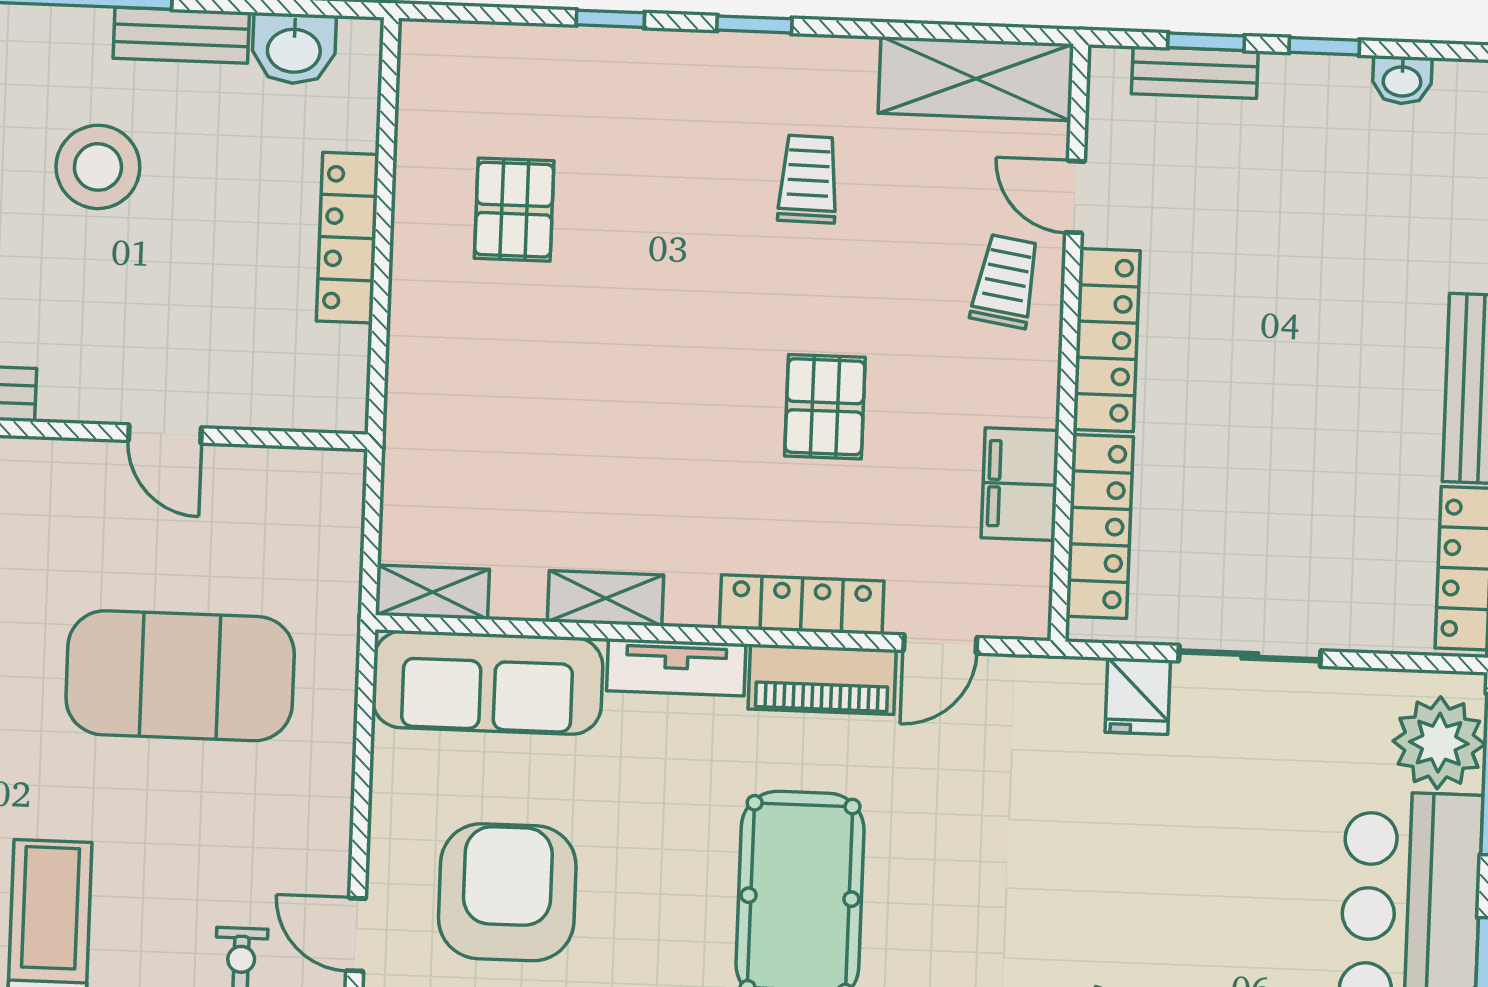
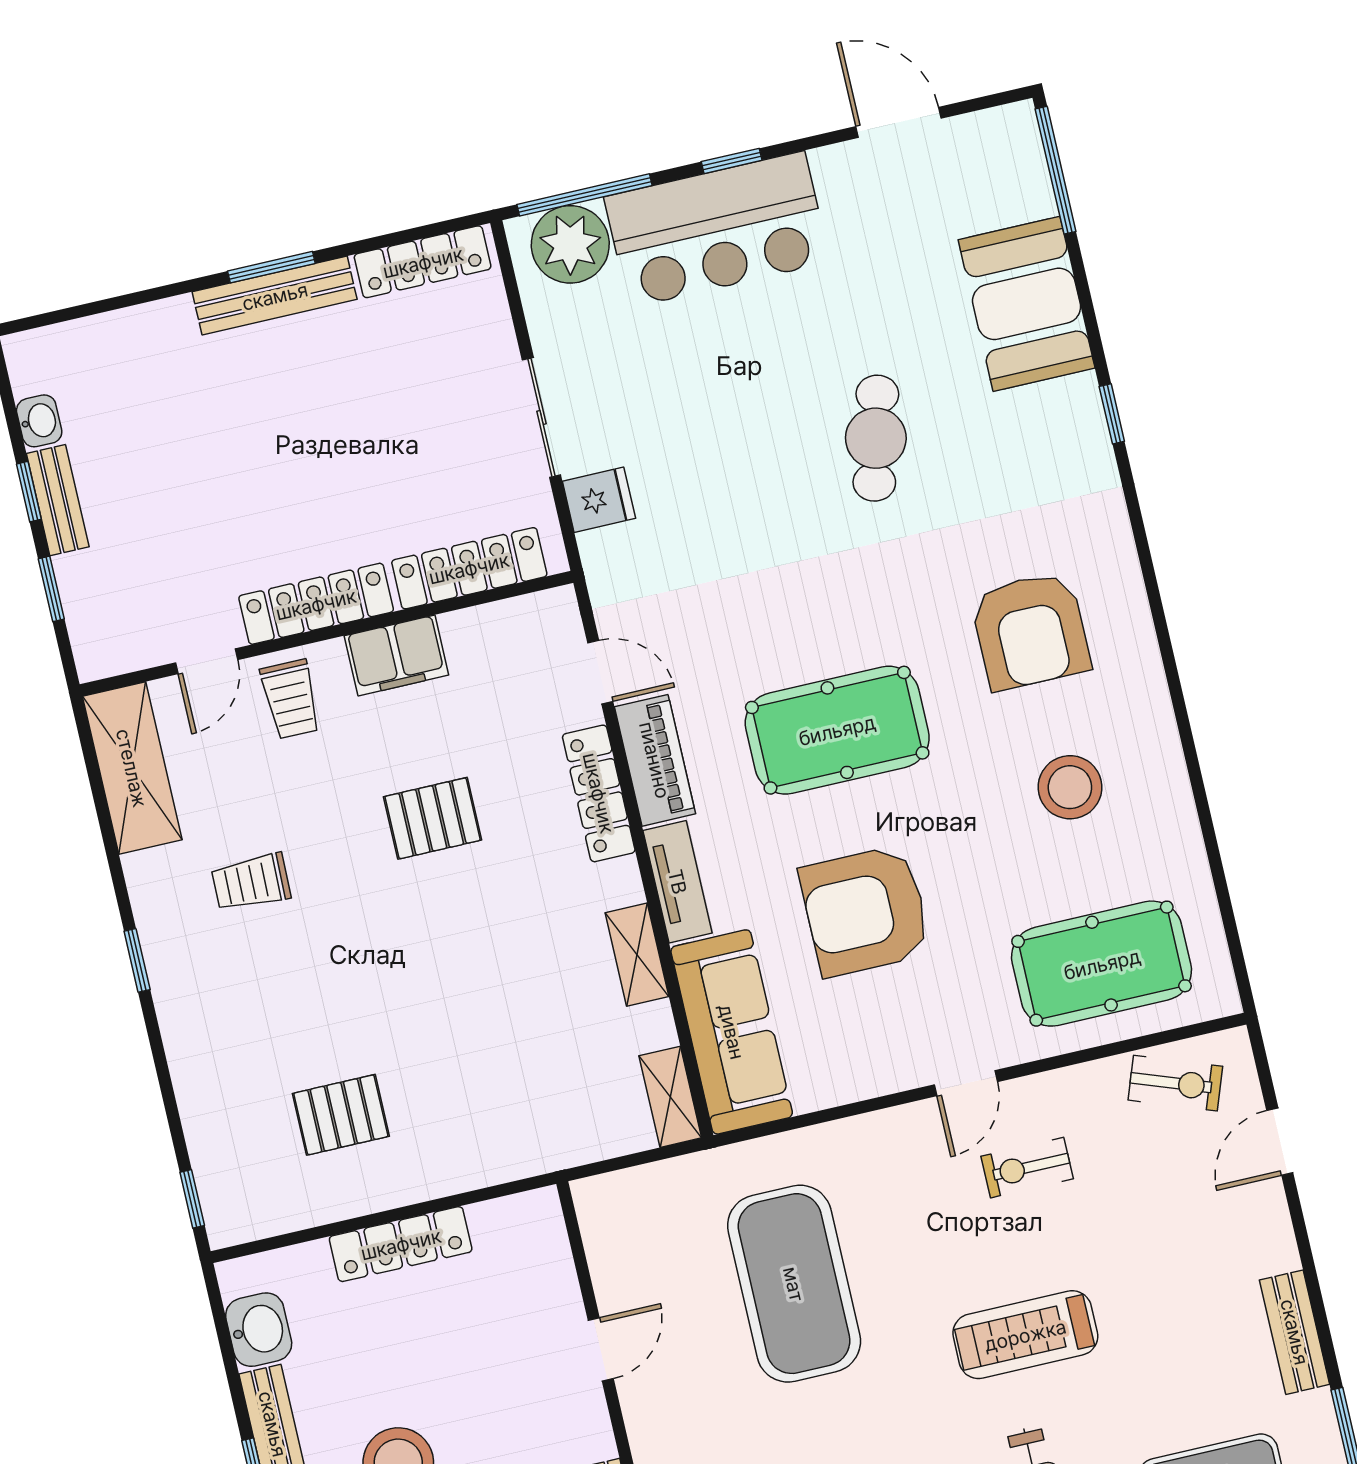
window: (610, 19) -> (192, 1199), moved
bench: (1195, 72) -> (58, 500), moved
trolley: (1006, 281) -> (291, 699), turned -99
filing cabinet: (1020, 484) -> (396, 655), moved
armchair: (507, 892) -> (865, 911), moved

